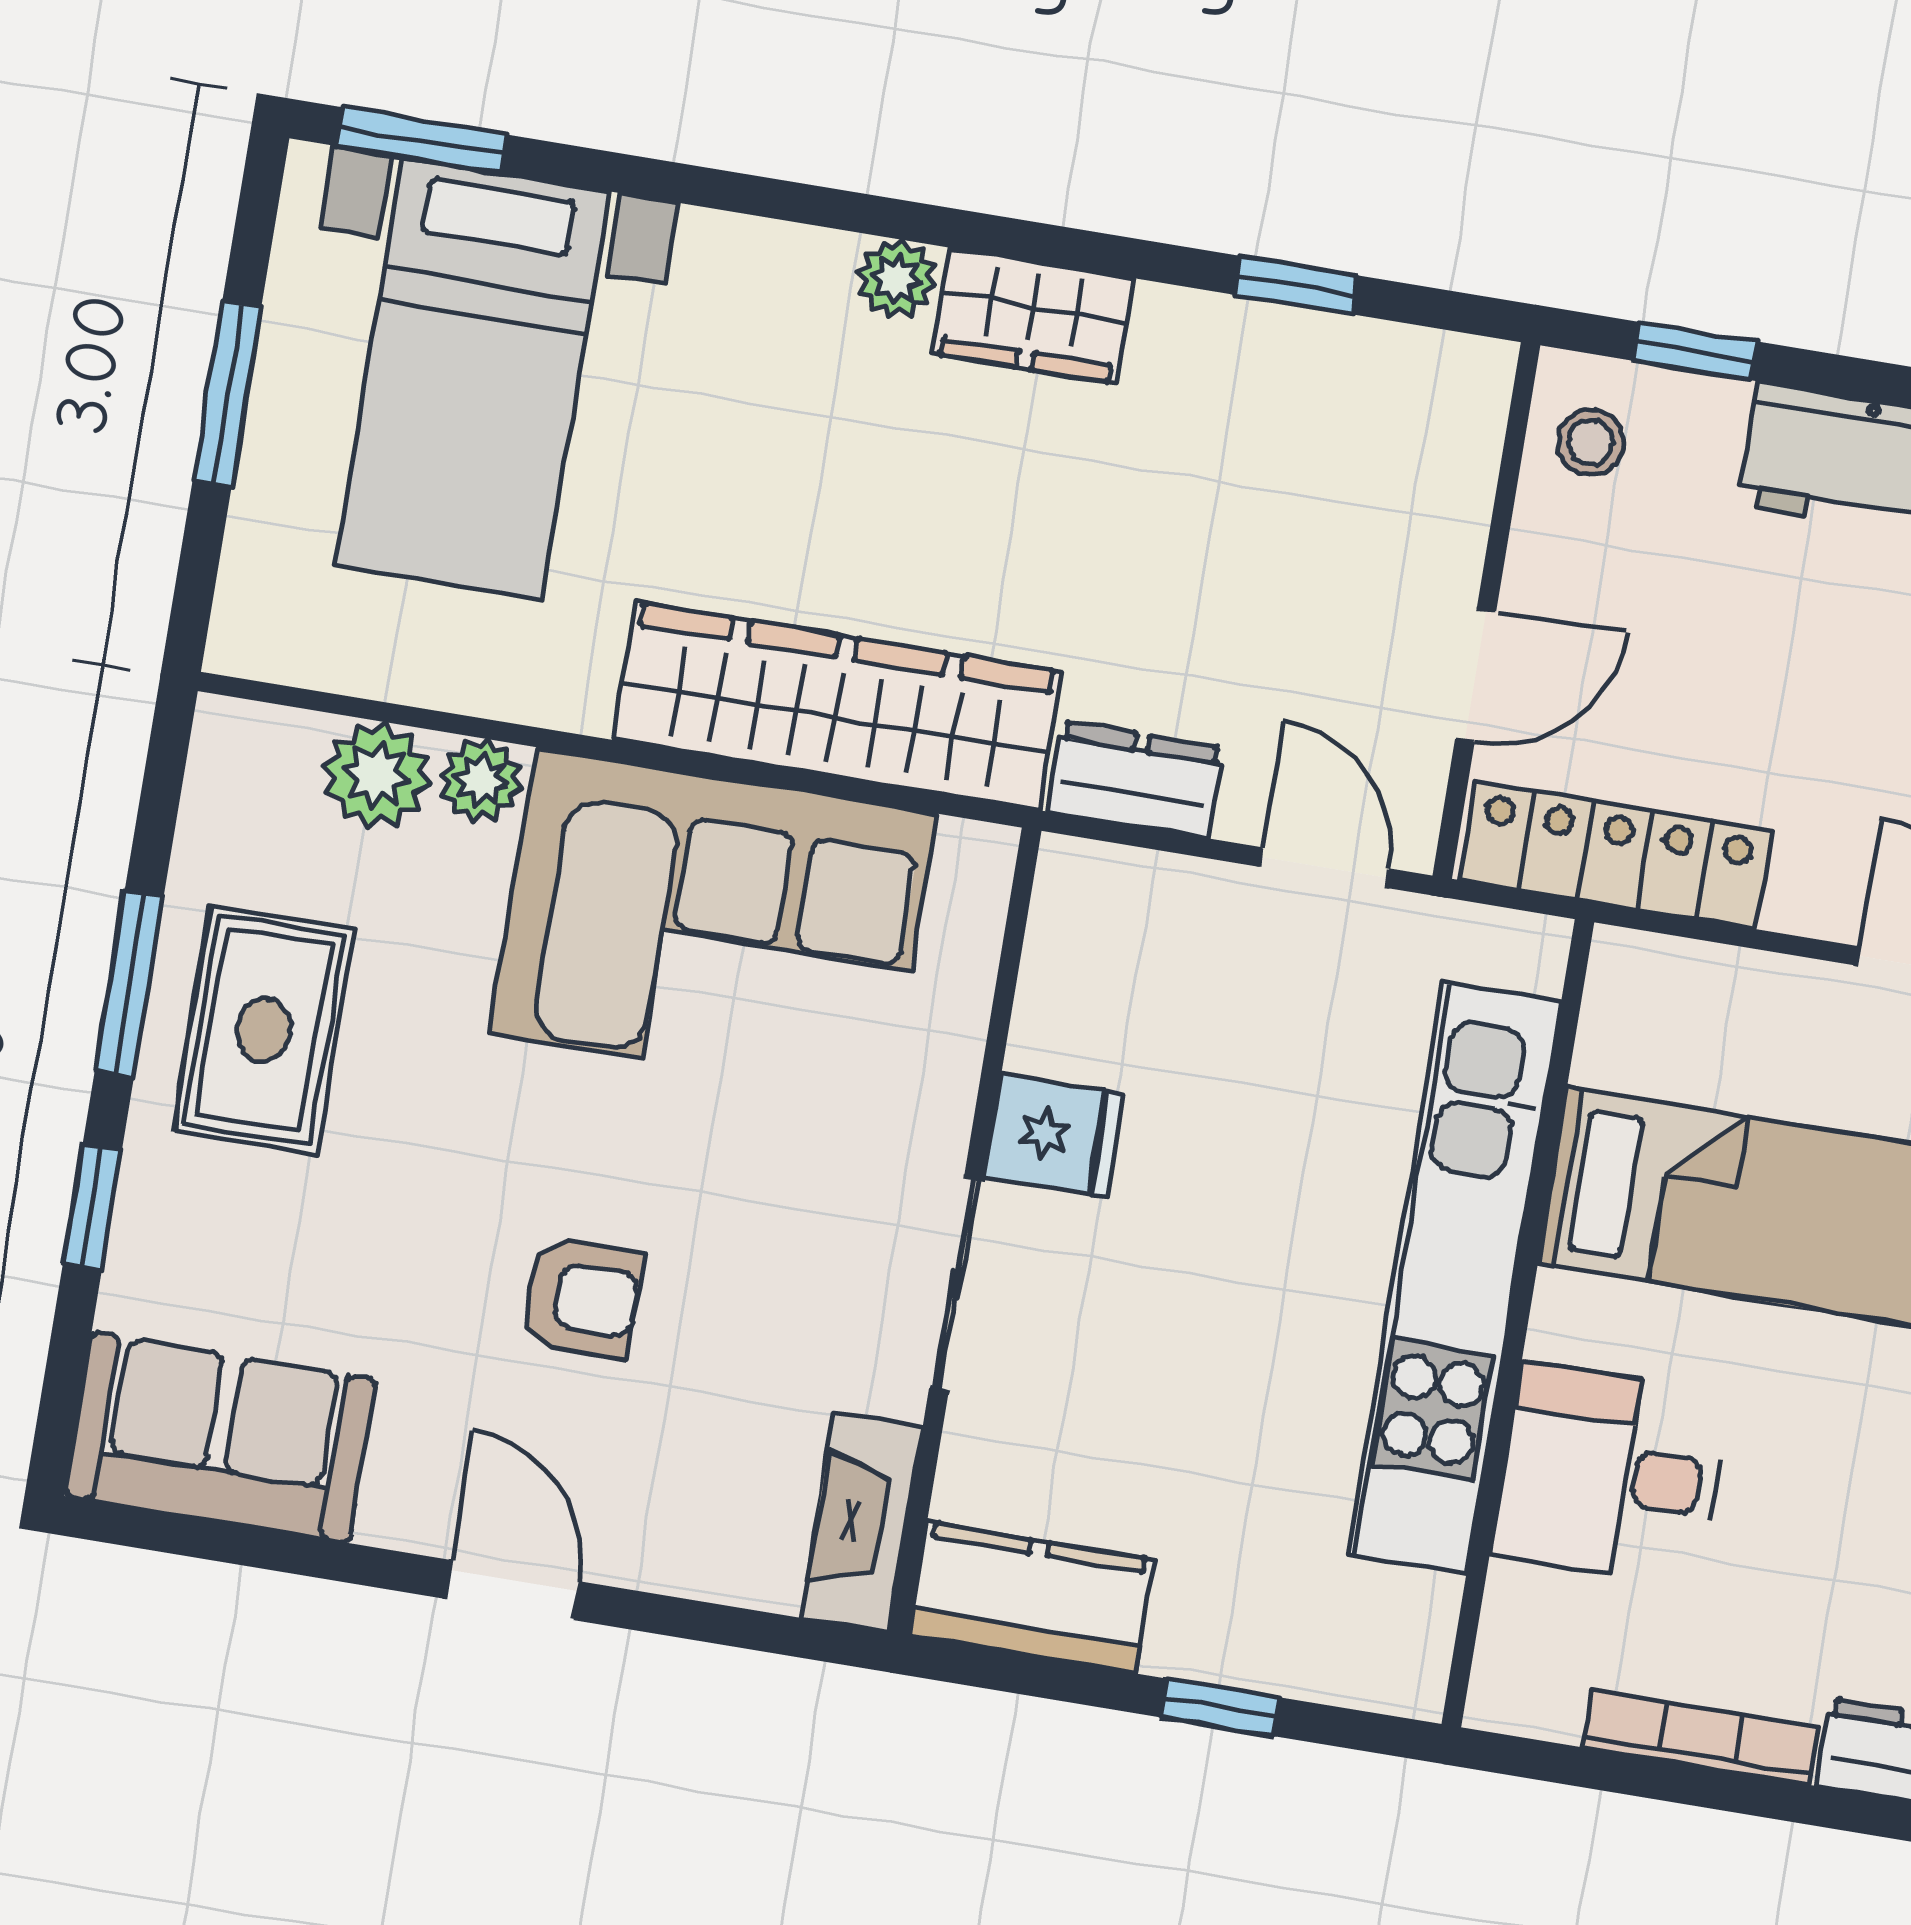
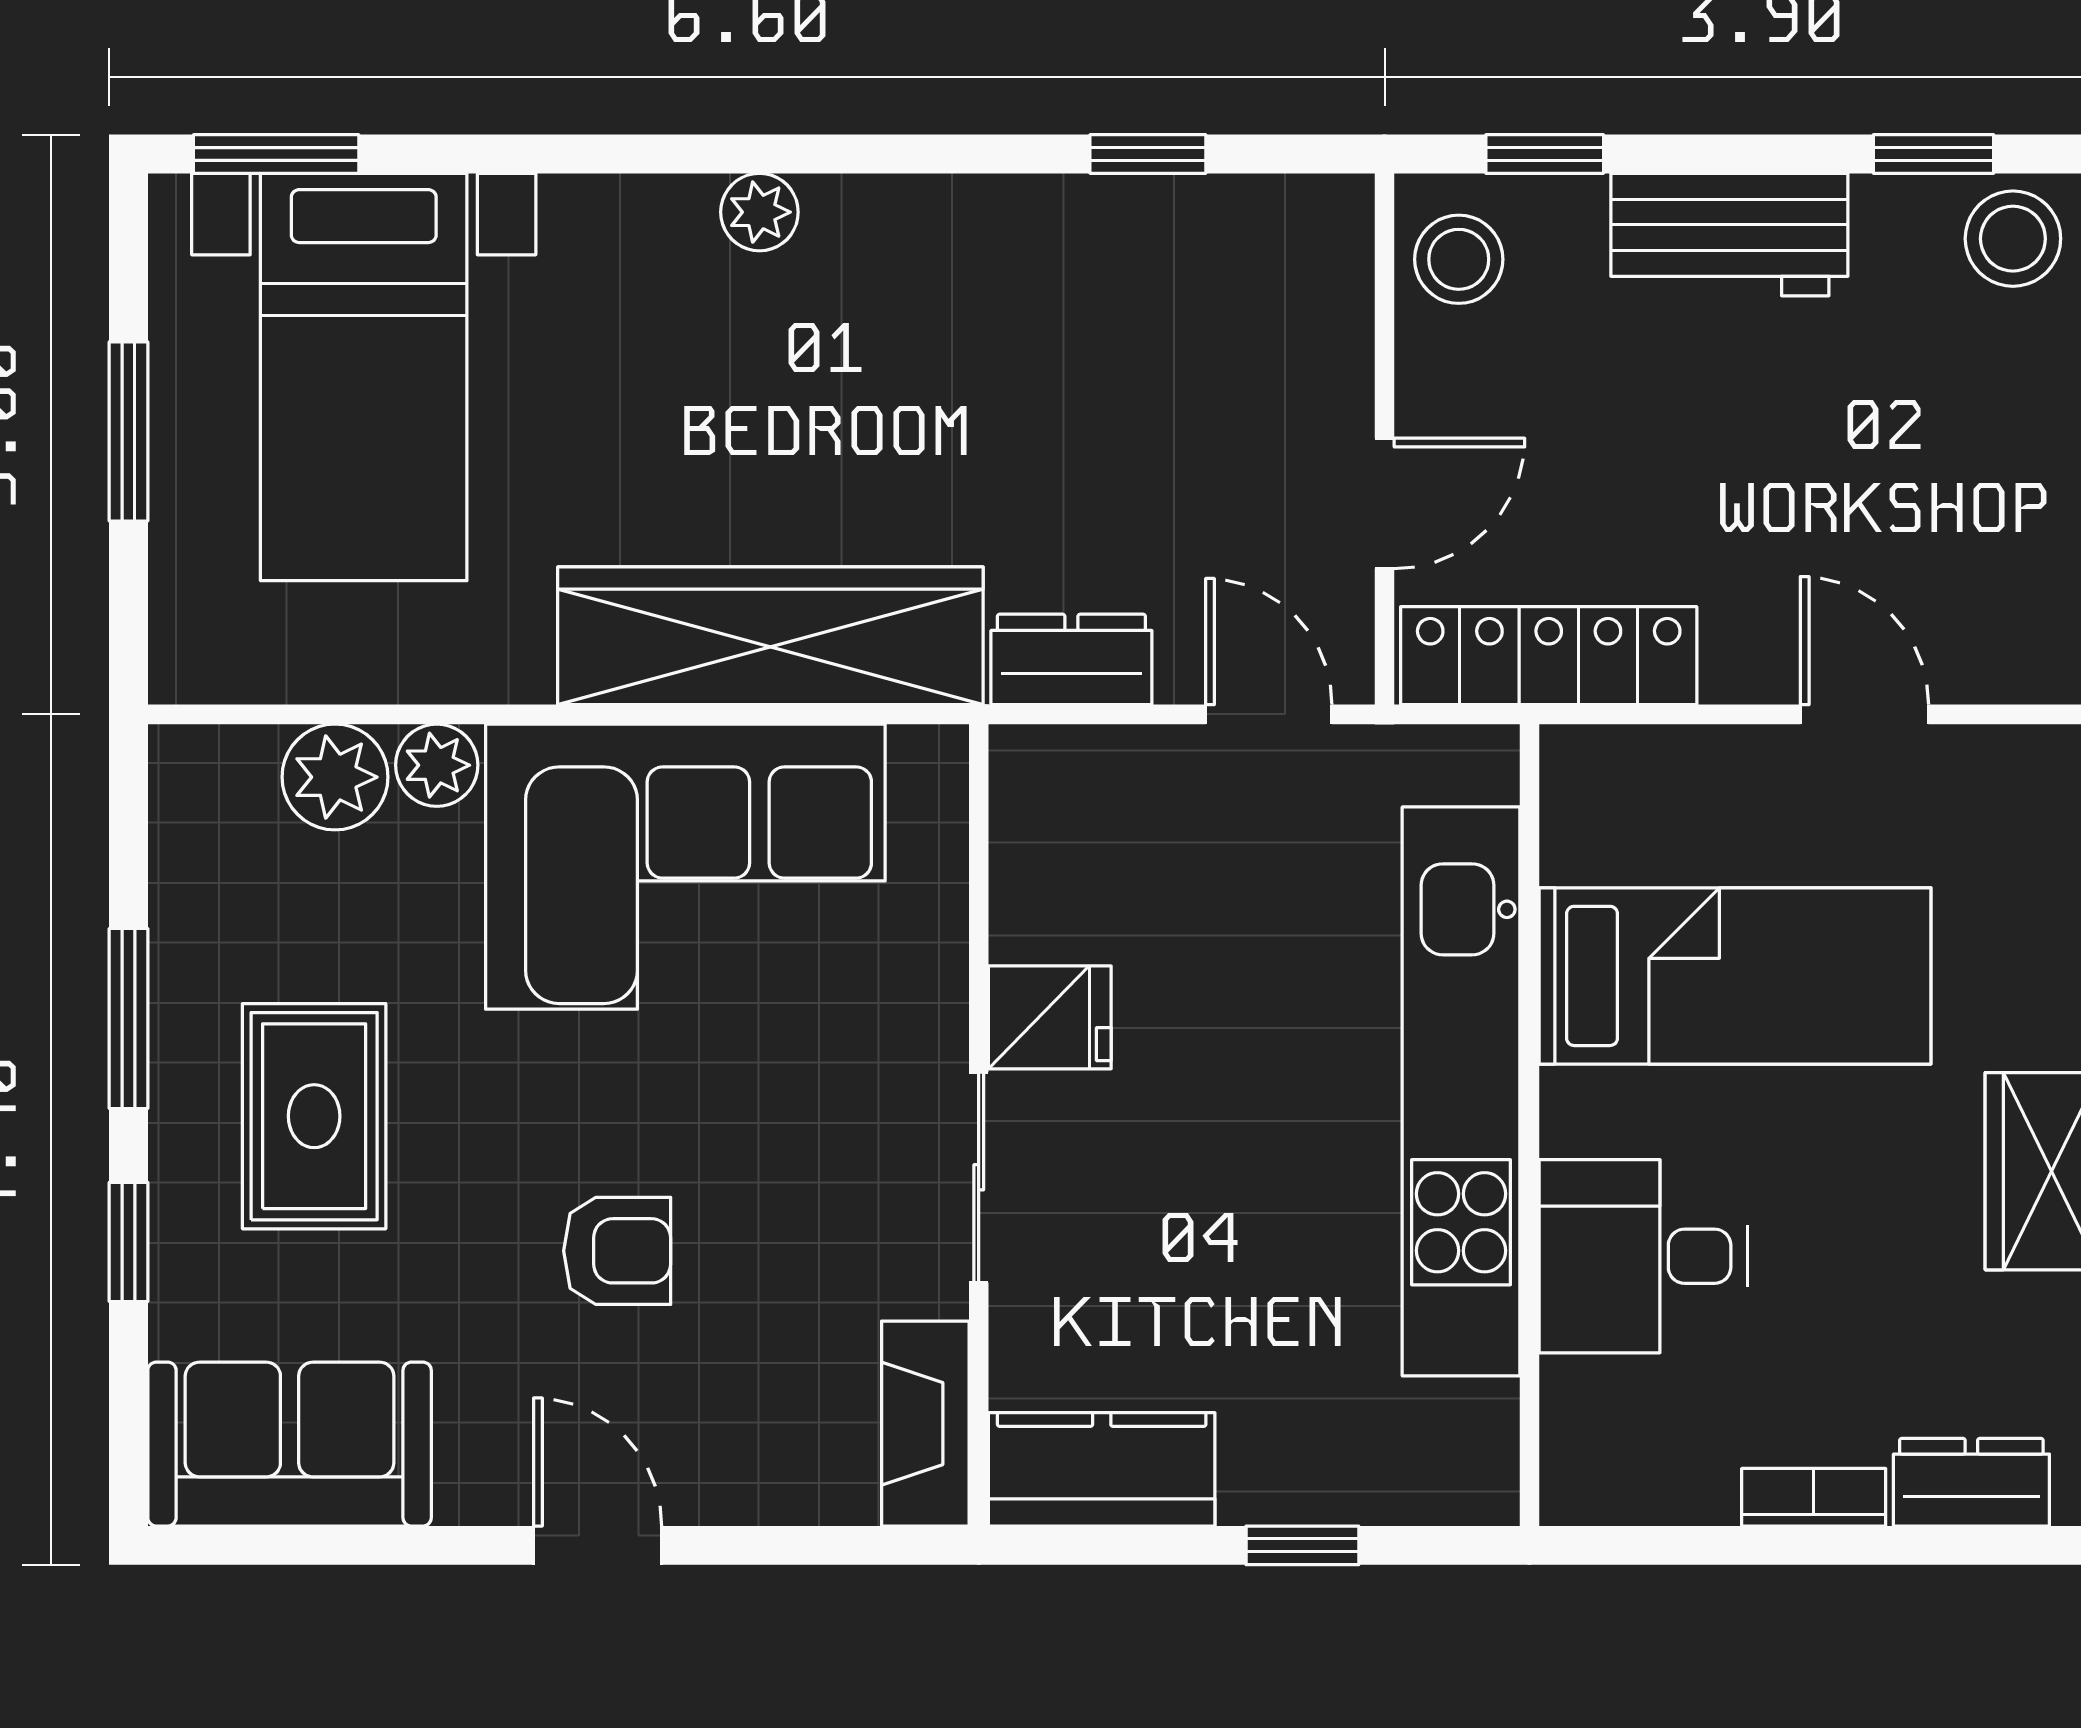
wardrobe: (1032, 316) -> (897, 226), removed
stool: (1591, 442) -> (1459, 259), width x1.37, depth x1.37
rug: (264, 1030) -> (314, 1116), moved
bookcase: (1701, 1737) -> (1814, 1497), width x0.64

